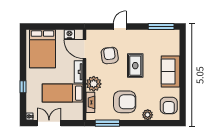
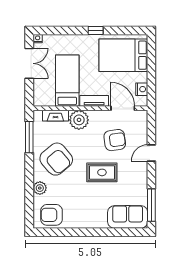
door: (120, 27) -> (151, 153), swing flipped
door: (84, 49) -> (123, 108), hinge flipped
sofa: (170, 71) -> (128, 217), moved
window: (23, 87) -> (96, 30), moved
armchair: (125, 102) -> (56, 159), turned -40

